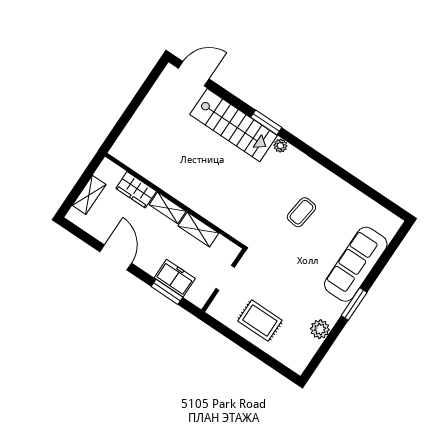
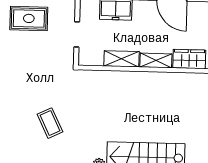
coffee table: (301, 212) -> (50, 123), turned -33

